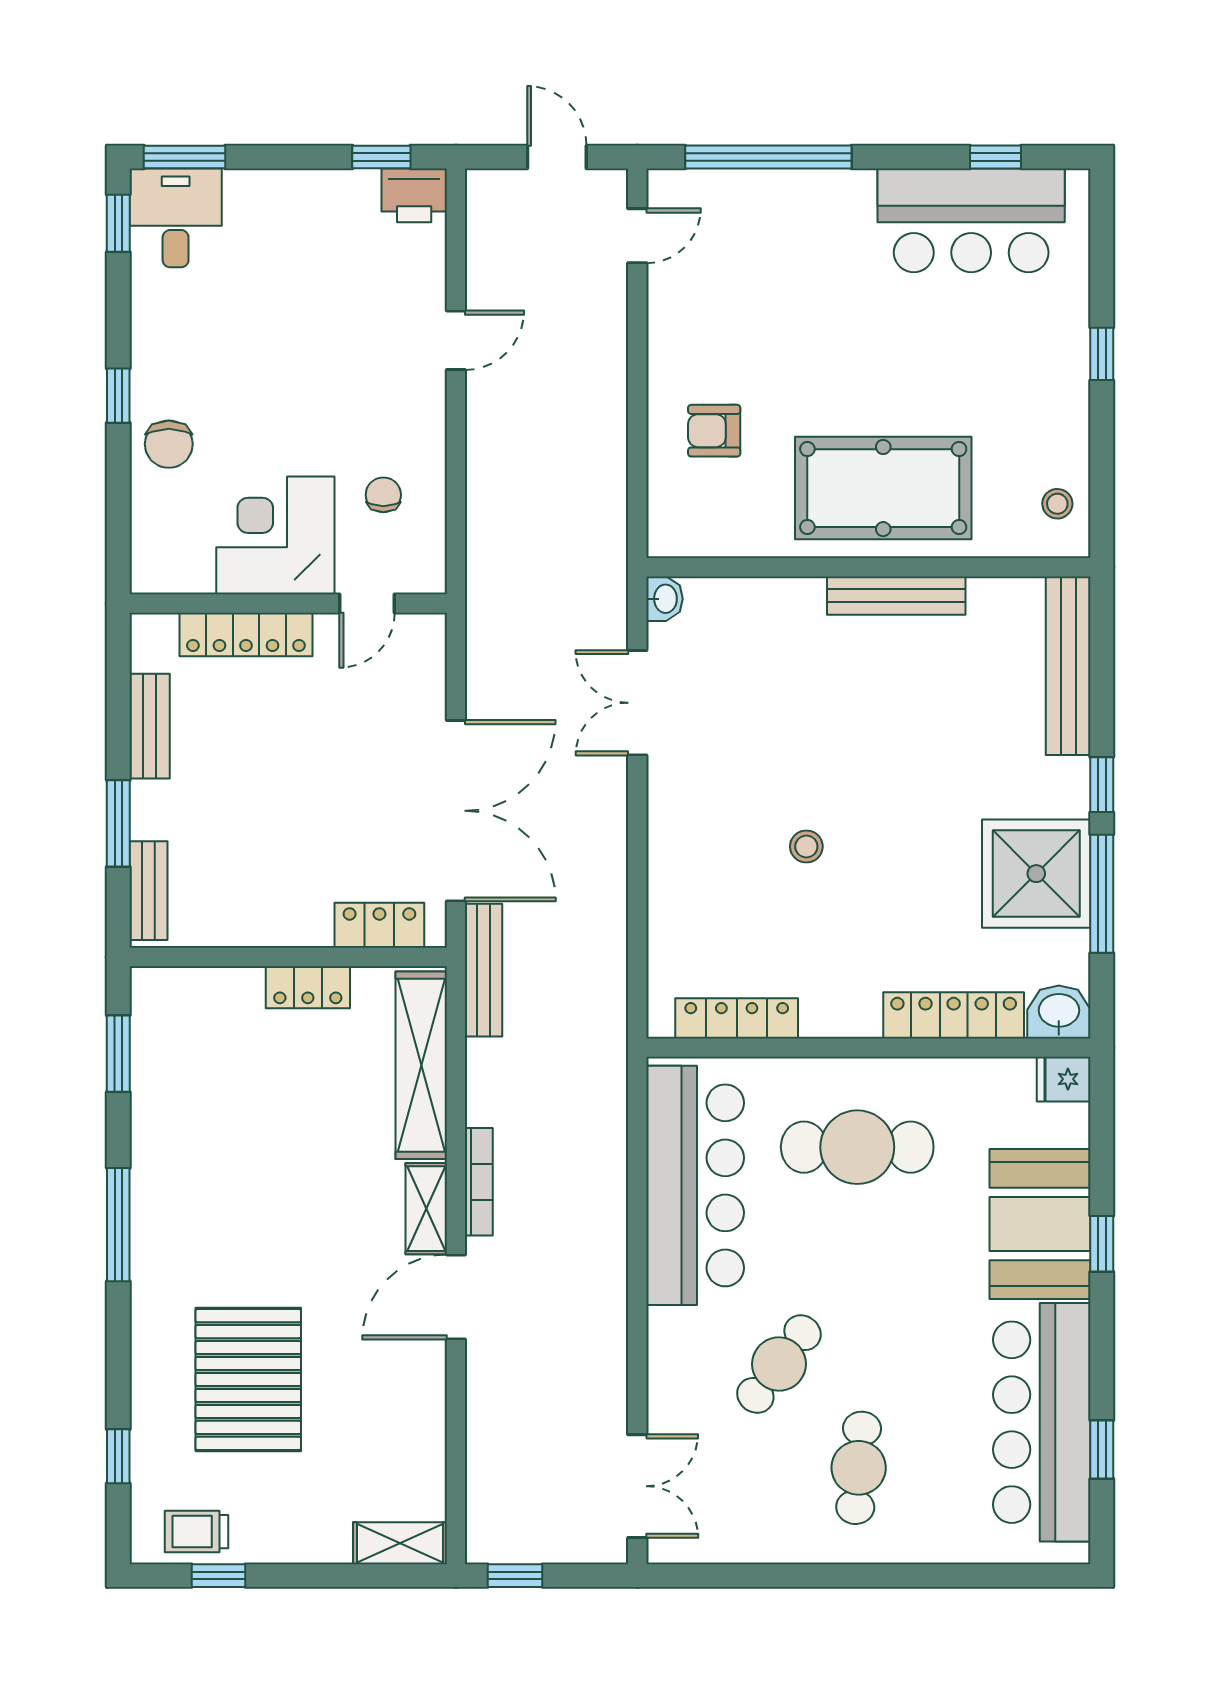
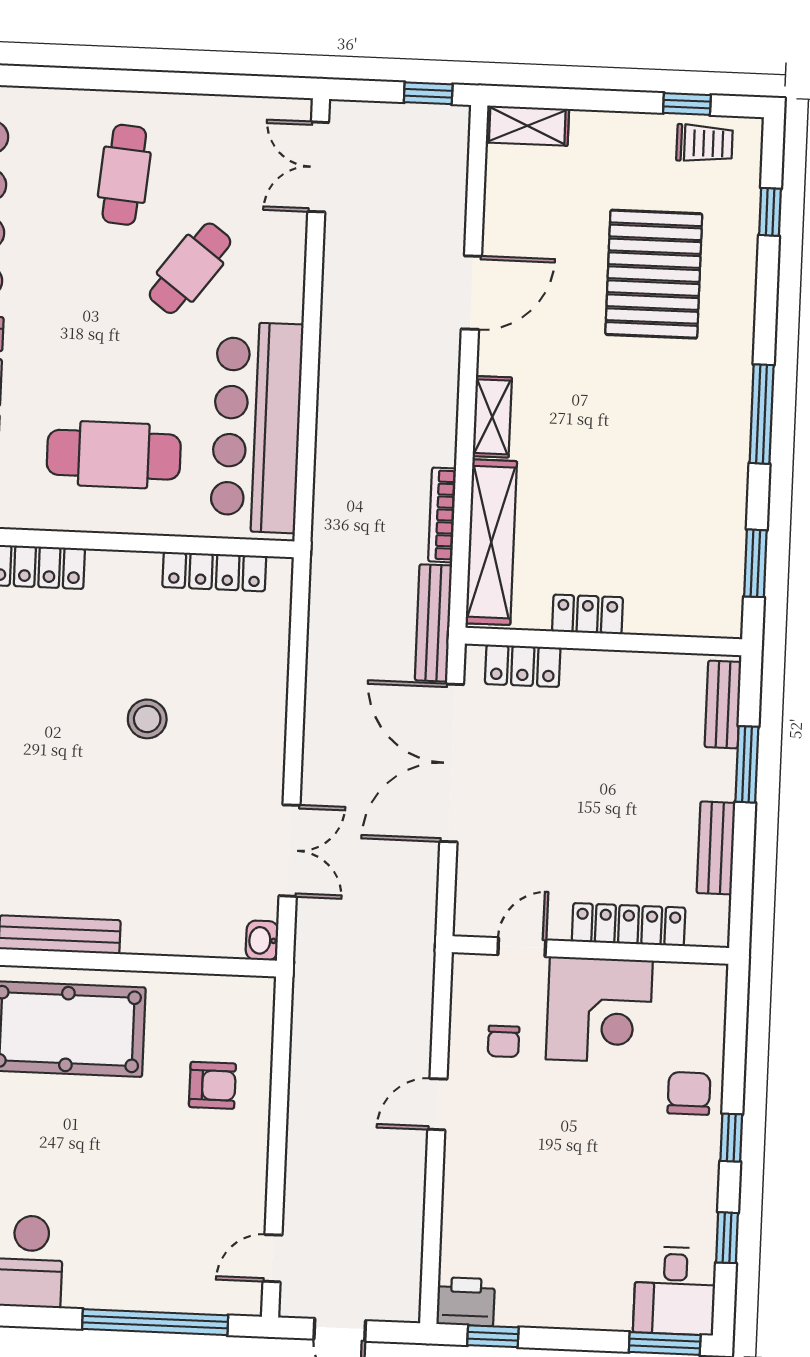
window: (118, 223) -> (727, 1238), moved
door: (456, 340) -> (437, 1104), moved
stool: (806, 846) -> (147, 719), width x1.37, depth x1.37
bookcase: (479, 1182) -> (442, 515), moved
door: (456, 1297) -> (471, 293), moved

